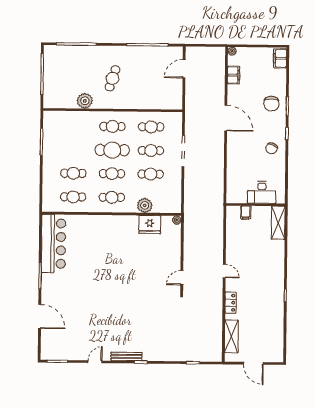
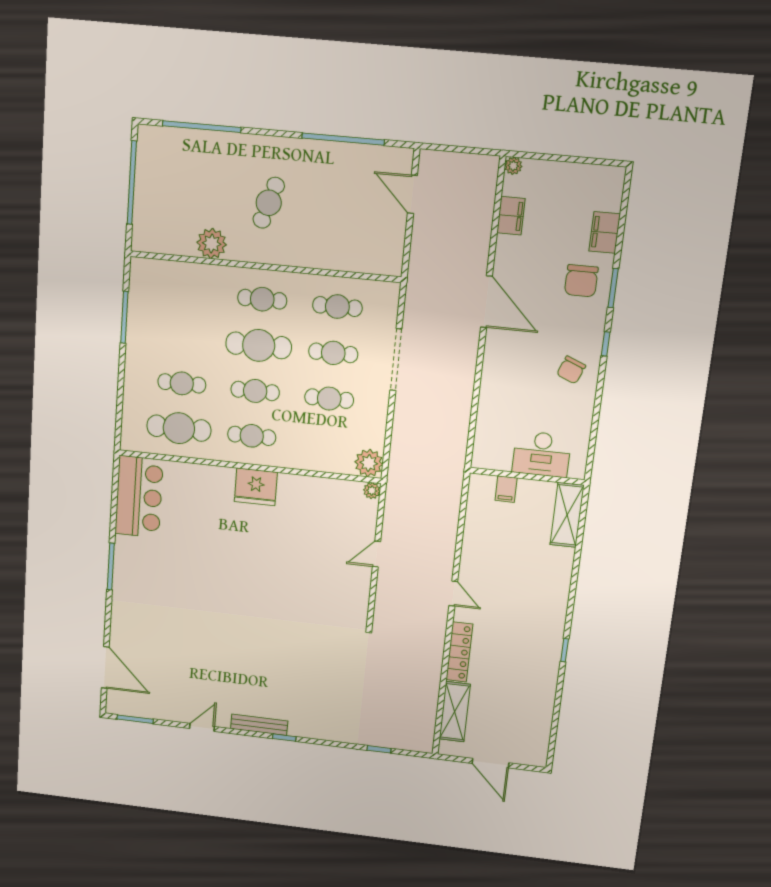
filing cabinet: (280, 58) -> (605, 232), moved
door: (184, 69) -> (412, 194), hinge flipped
cafe table: (73, 197) -> (179, 428), width x1.37, depth x1.35
plant: (145, 205) -> (369, 463), moved
fridge: (150, 225) -> (256, 487), moved
bar counter: (54, 244) -> (139, 497), width x0.73
door: (182, 278) -> (377, 554), moved
locker: (231, 303) -> (459, 652), width x1.53
door: (40, 316) -> (105, 667), moved

